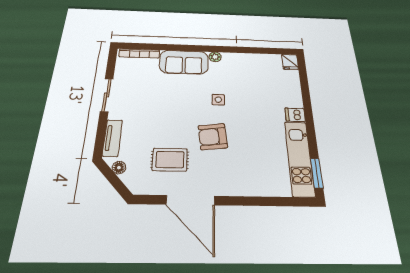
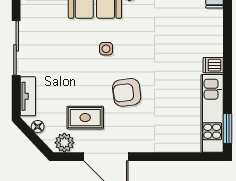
sliding door: (107, 95) -> (16, 48), width x1.37
side table: (218, 100) -> (106, 49), moved
plant: (146, 185) -> (64, 143), added

